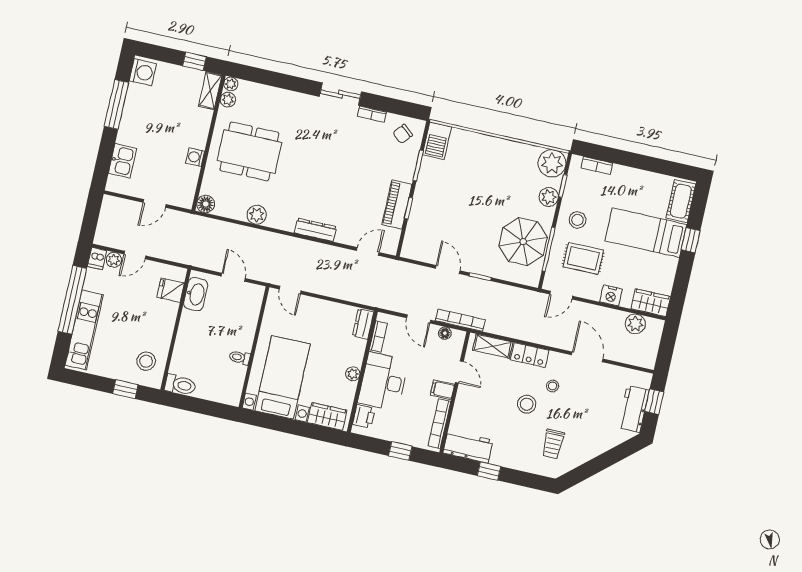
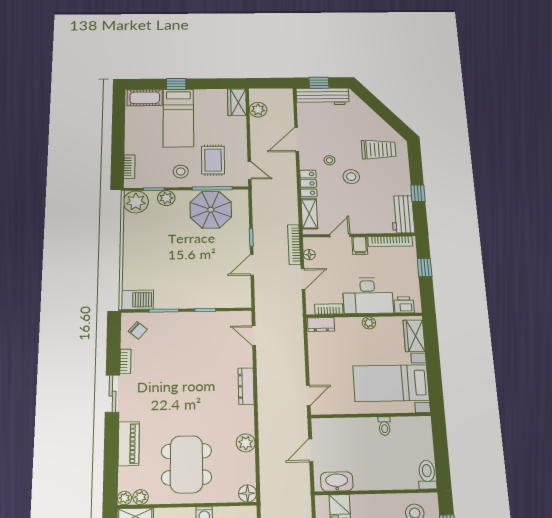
piano: (397, 204) -> (129, 444), moved, turned -90
nightstand: (611, 295) -> (239, 133), removed
workbench: (634, 409) -> (323, 96), width x1.37
trolley: (553, 444) -> (379, 149), width x1.36, depth x1.39

